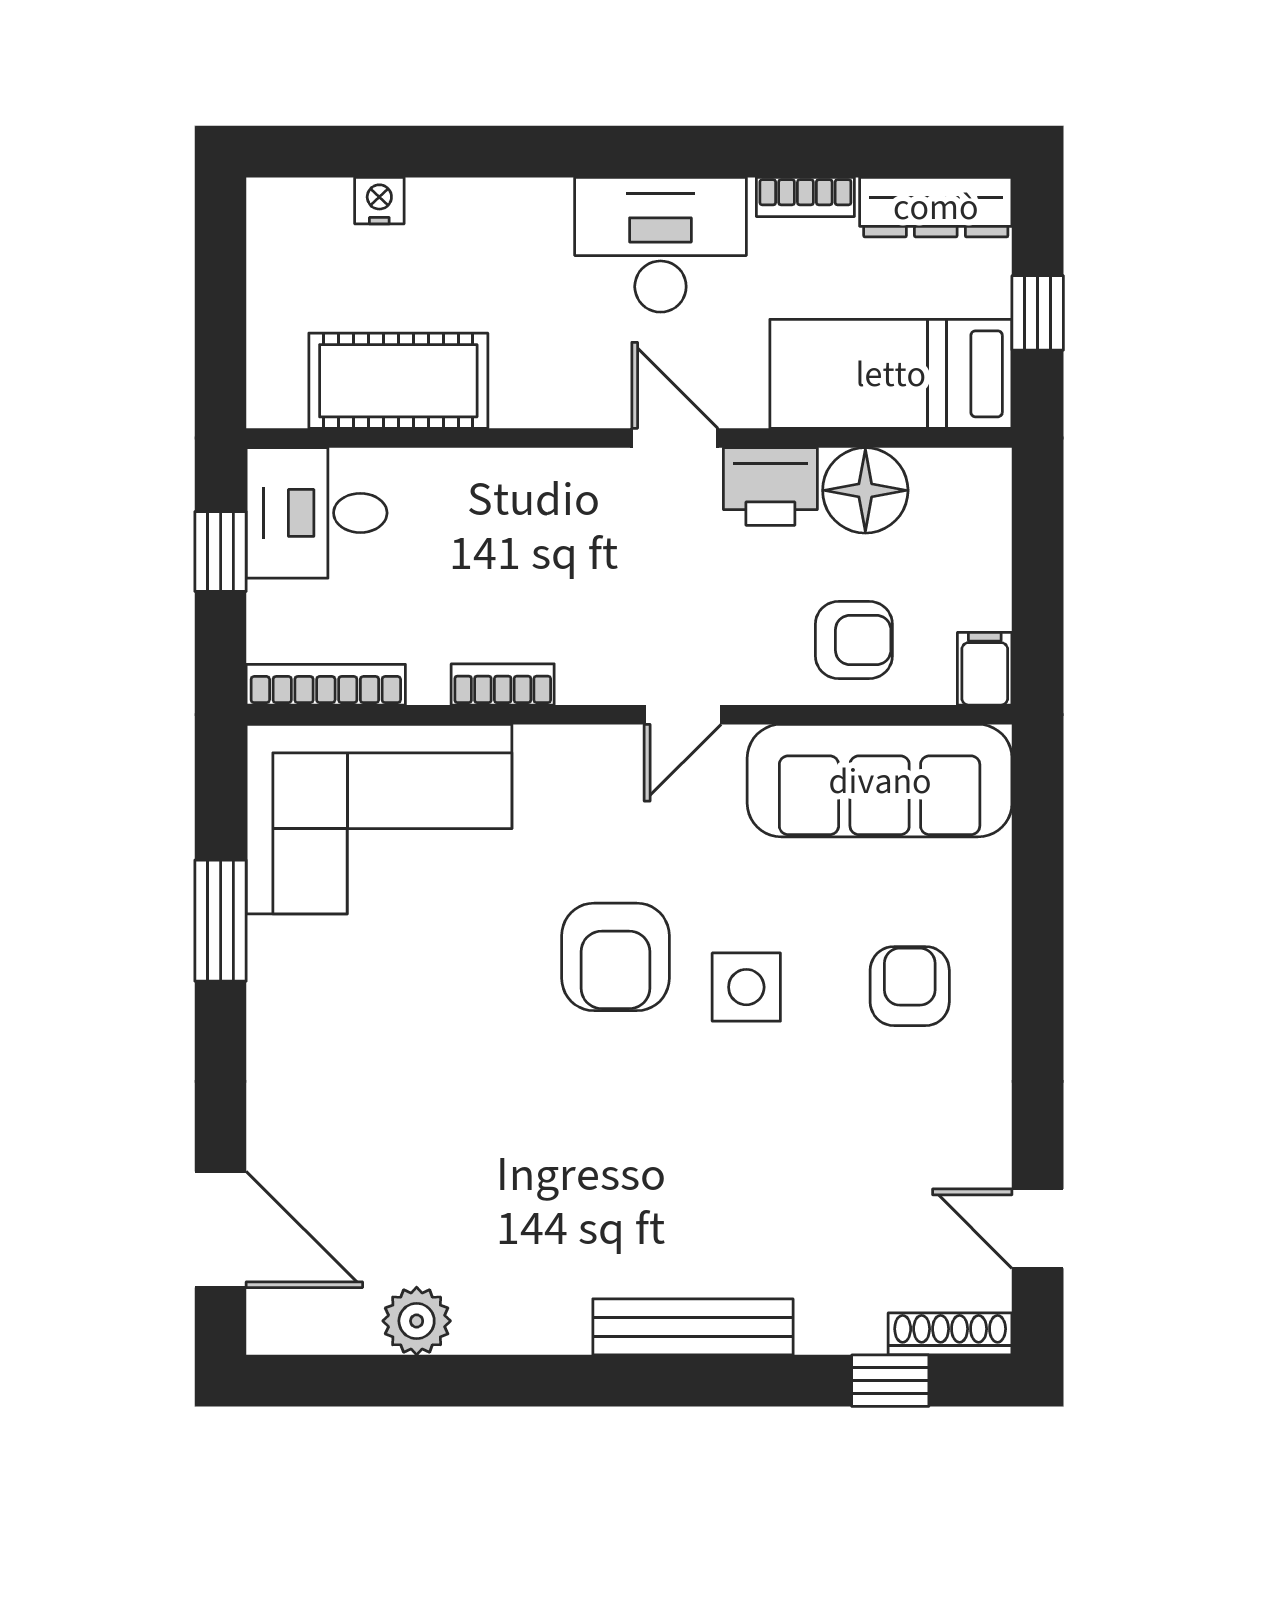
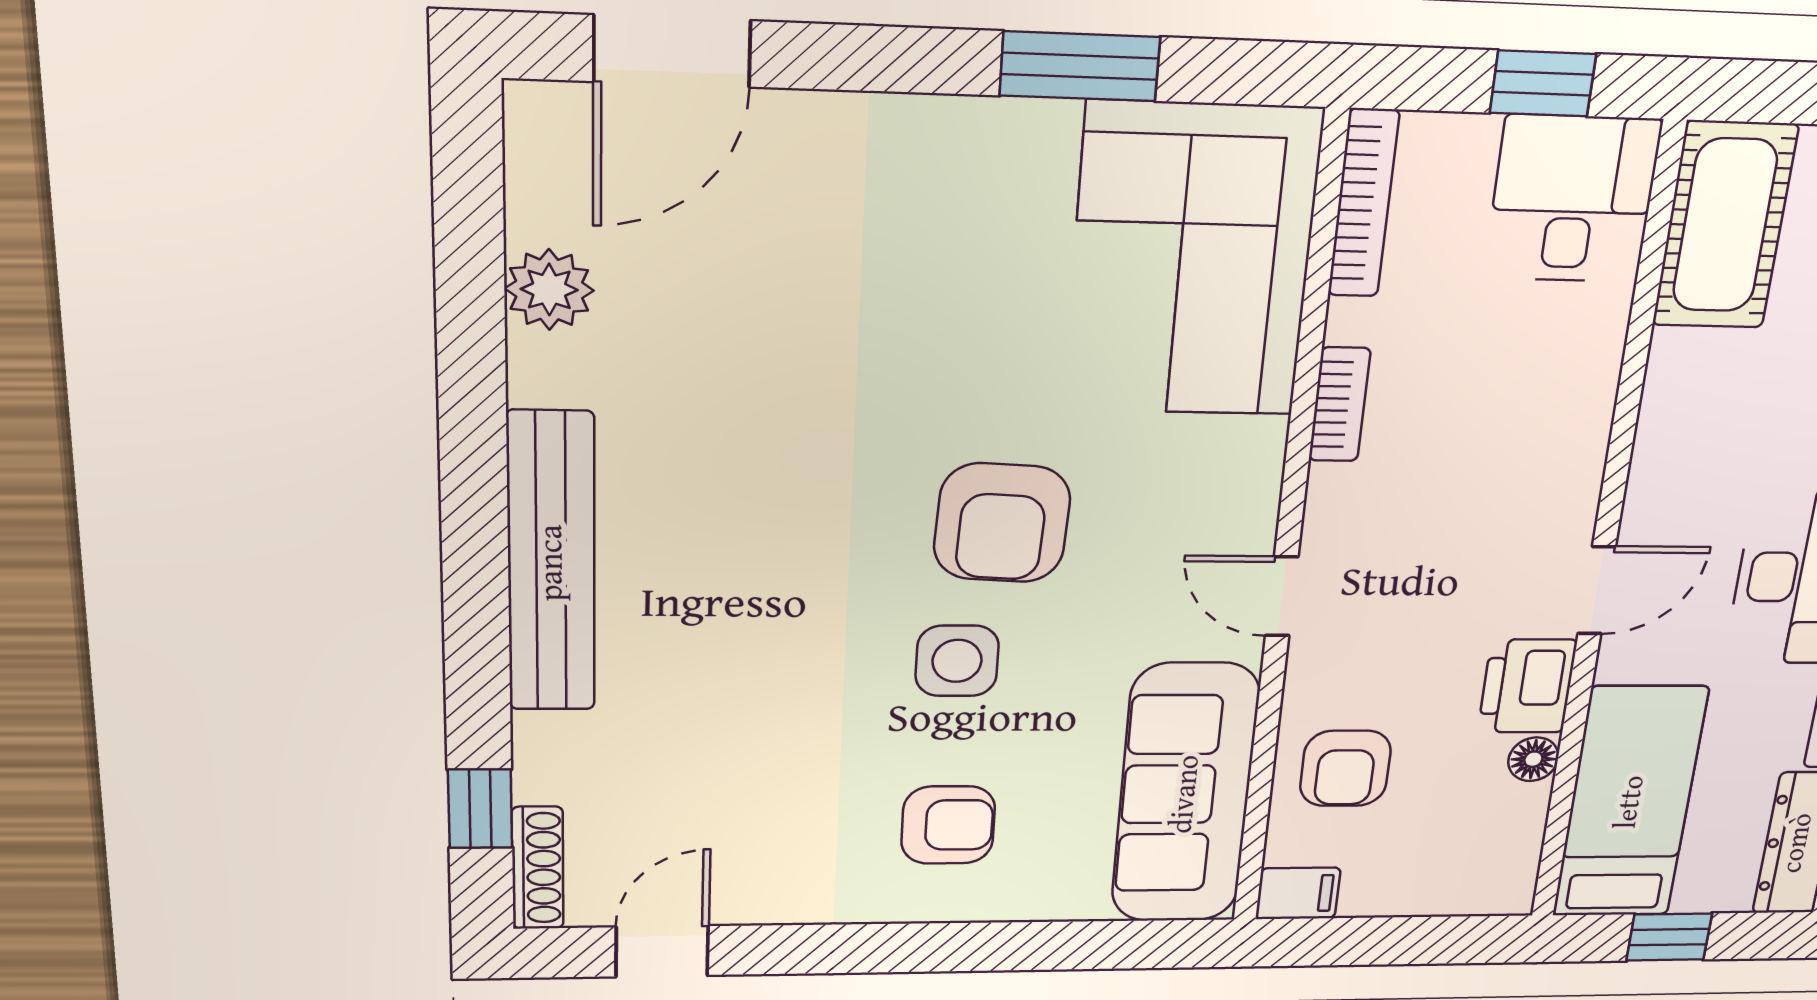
cot: (398, 381) -> (1725, 225), moved
floor lamp: (865, 490) -> (1533, 759), width x0.53, depth x0.53
armchair: (615, 957) -> (1002, 523), turned -87
bench: (693, 1327) -> (551, 563), width x1.37, depth x1.21

